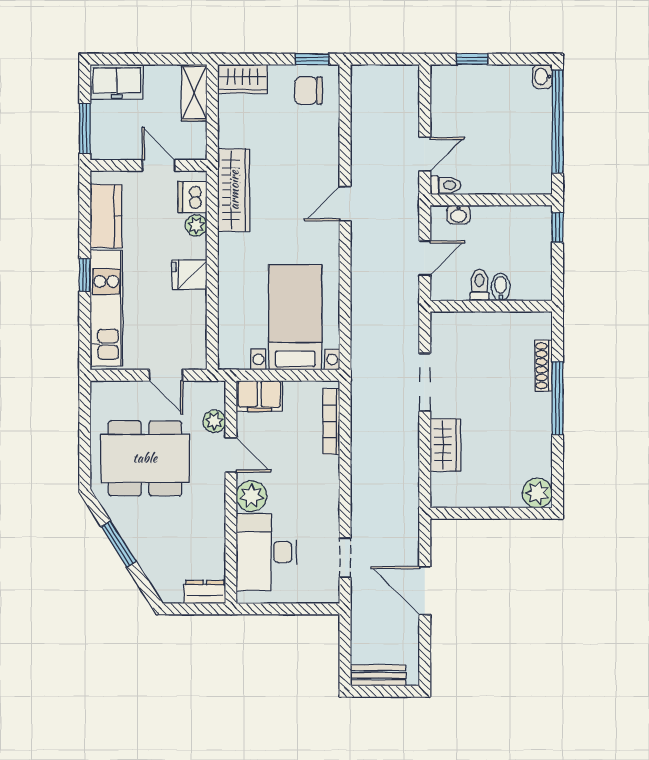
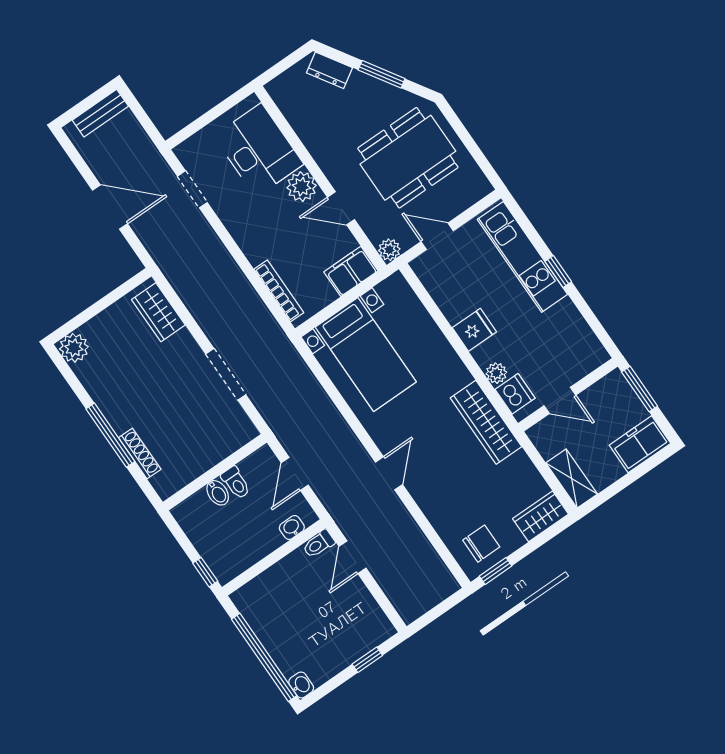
kitchen counter: (106, 216) -> (574, 330), removed
plant: (214, 421) -> (389, 250), moved
wardrobe: (445, 445) -> (158, 312), moved
dresser: (205, 592) -> (329, 70), moved, turned 58

